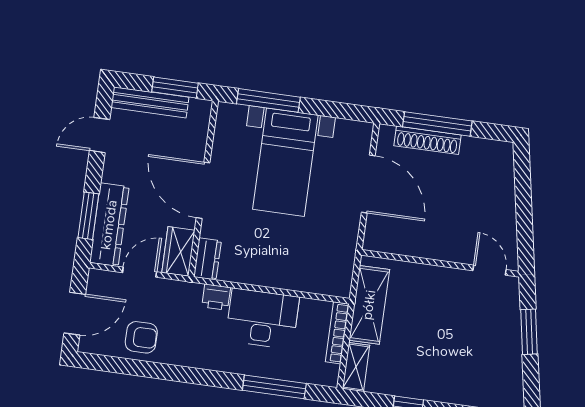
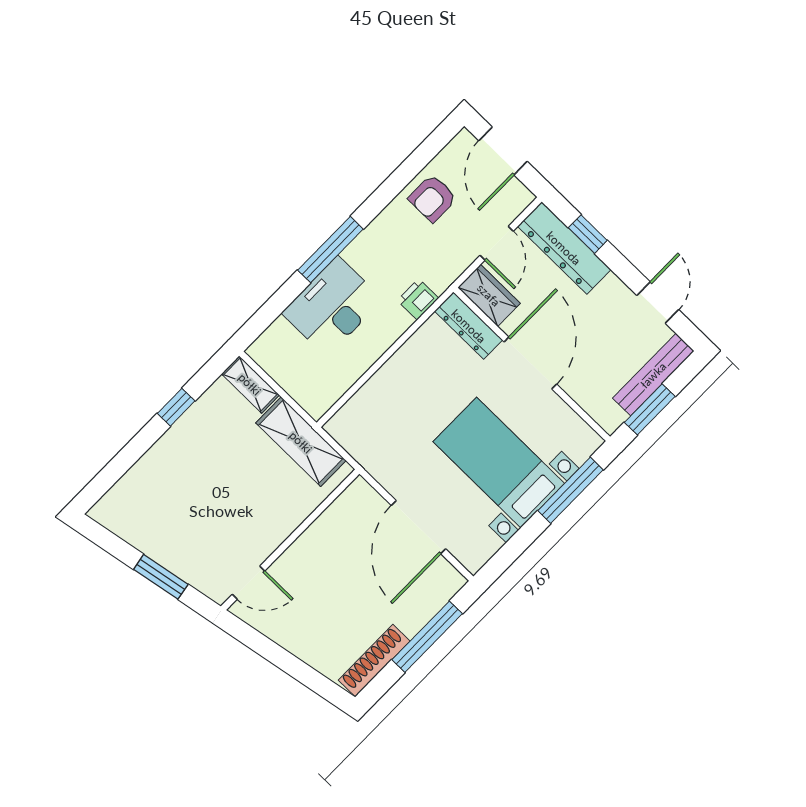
shoe rack: (427, 140) -> (374, 661), moved
door: (368, 184) -> (418, 527), hinge flipped
door: (203, 190) -> (530, 363), hinge flipped
window: (88, 216) -> (588, 234), width x0.67
dresser: (207, 259) -> (469, 326), width x1.44
desk: (262, 319) -> (332, 306), moved, turned 180
bookcase: (337, 333) -> (297, 391), removed
window: (274, 387) -> (330, 250), moved

